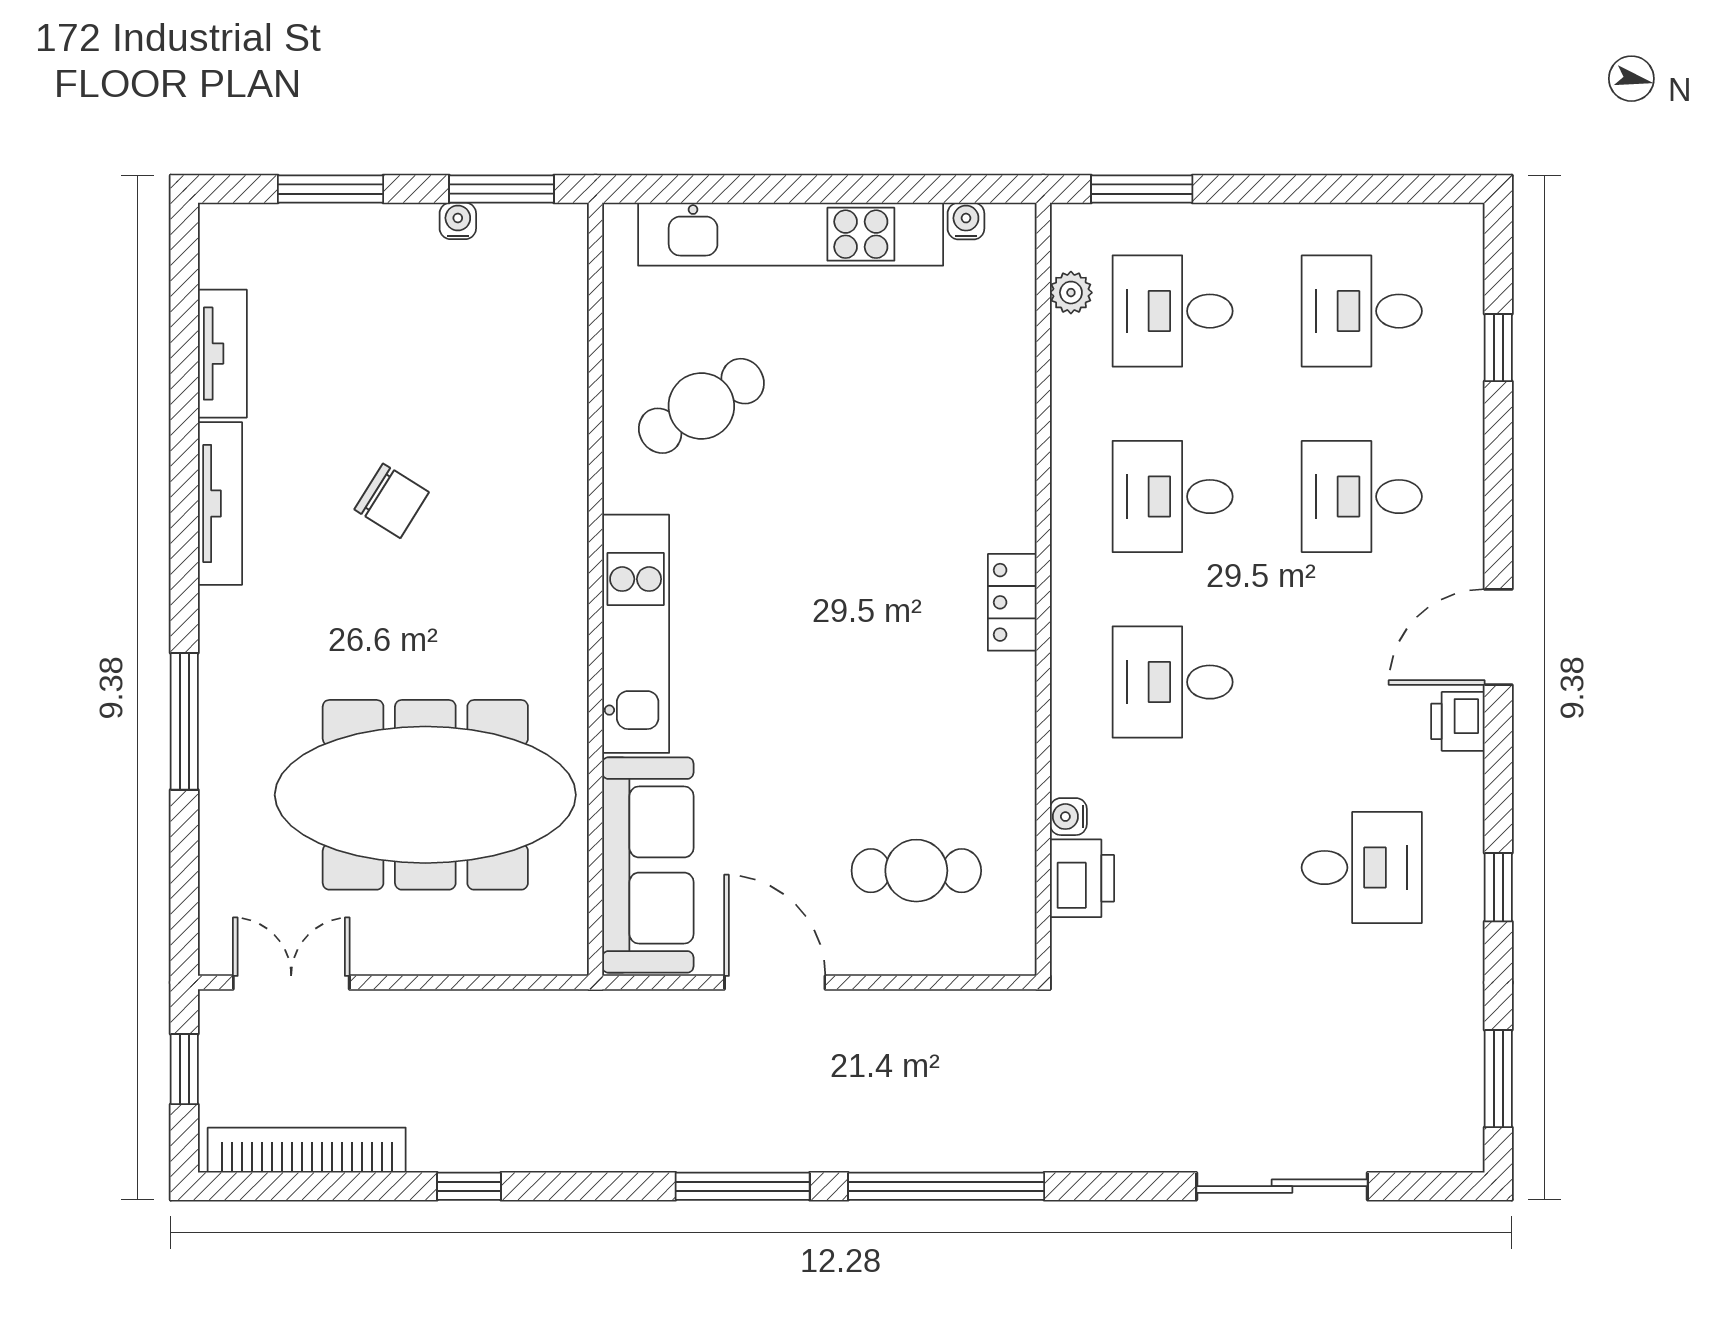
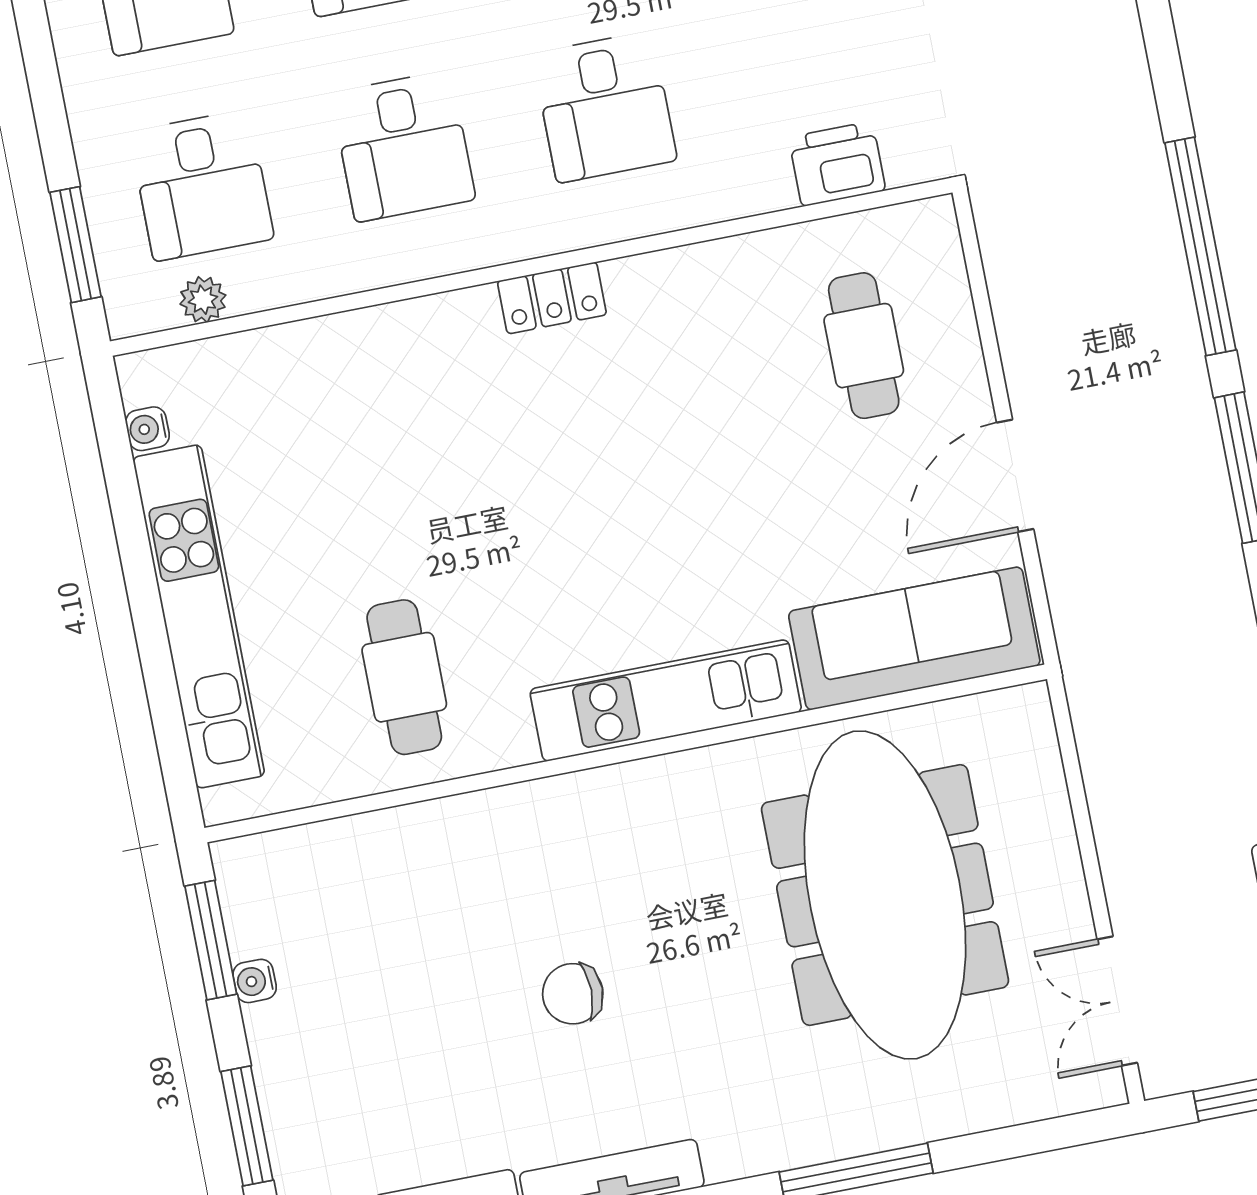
cafe table: (701, 406) -> (404, 677), turned 31
chair: (392, 501) -> (573, 994), turned -122
water cooler: (1068, 817) -> (773, 192), removed

